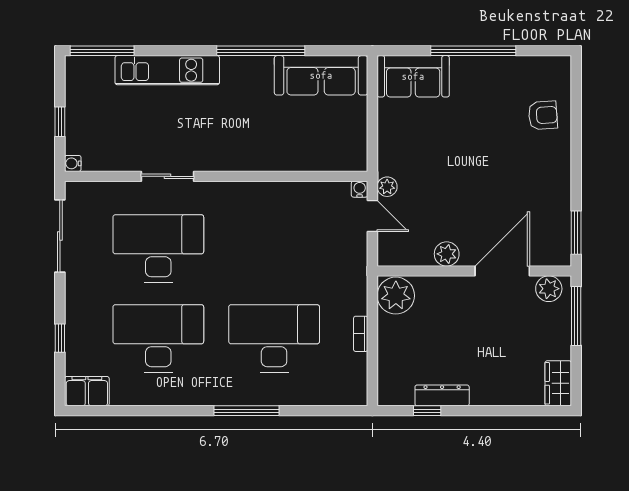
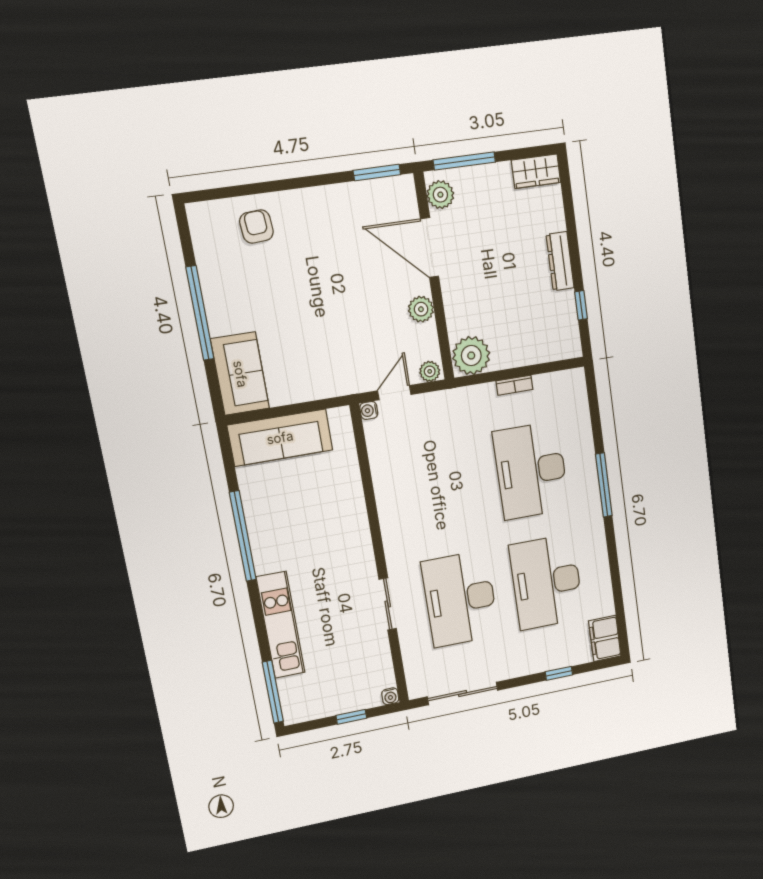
sofa: (321, 75) -> (280, 438), moved, turned 90
plant: (387, 187) -> (430, 371), moved
dresser: (442, 395) -> (560, 261), moved

